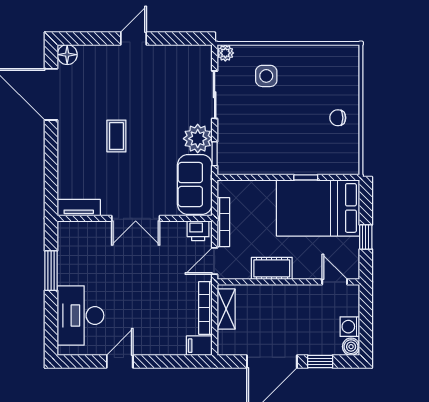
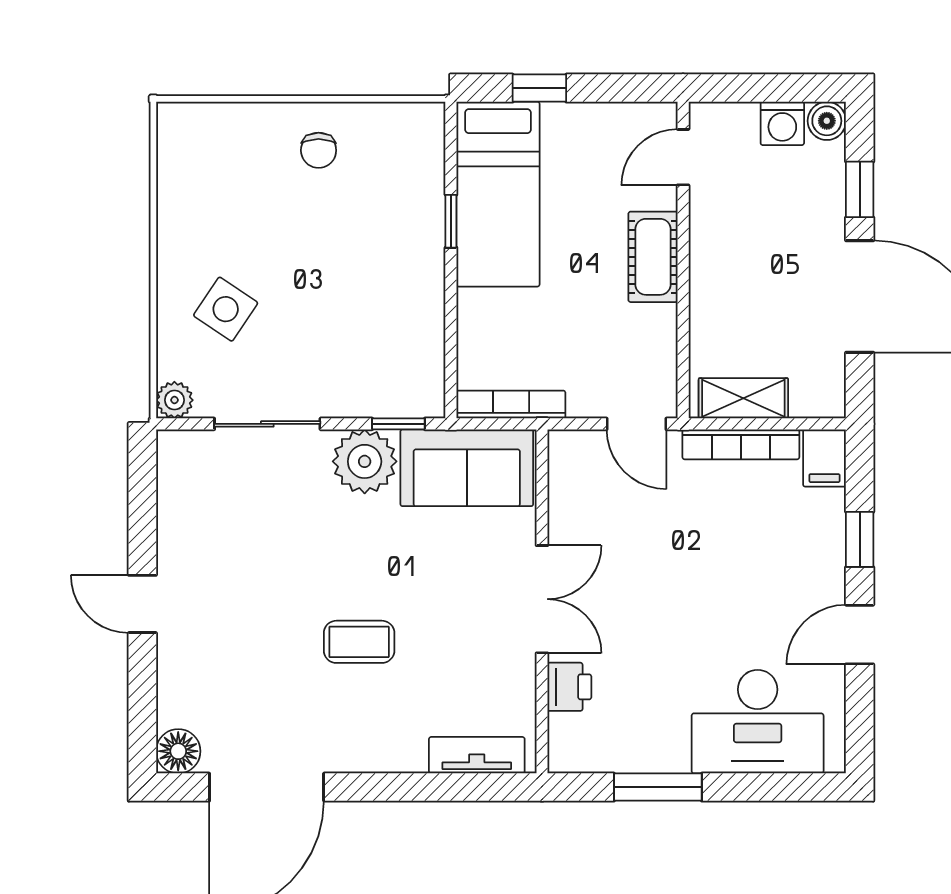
side table: (266, 76) -> (226, 309), turned 34
tv unit: (79, 208) -> (477, 755), moved, turned 90
bed: (318, 208) -> (498, 194), width x0.67
bookcase: (223, 222) -> (511, 404), moved
printer: (198, 231) -> (569, 687), moved
window: (366, 237) -> (539, 88), moved
cot: (272, 268) -> (653, 257), moved
door: (120, 361) -> (860, 635), hinge flipped
window: (163, 361) -> (860, 539), added

